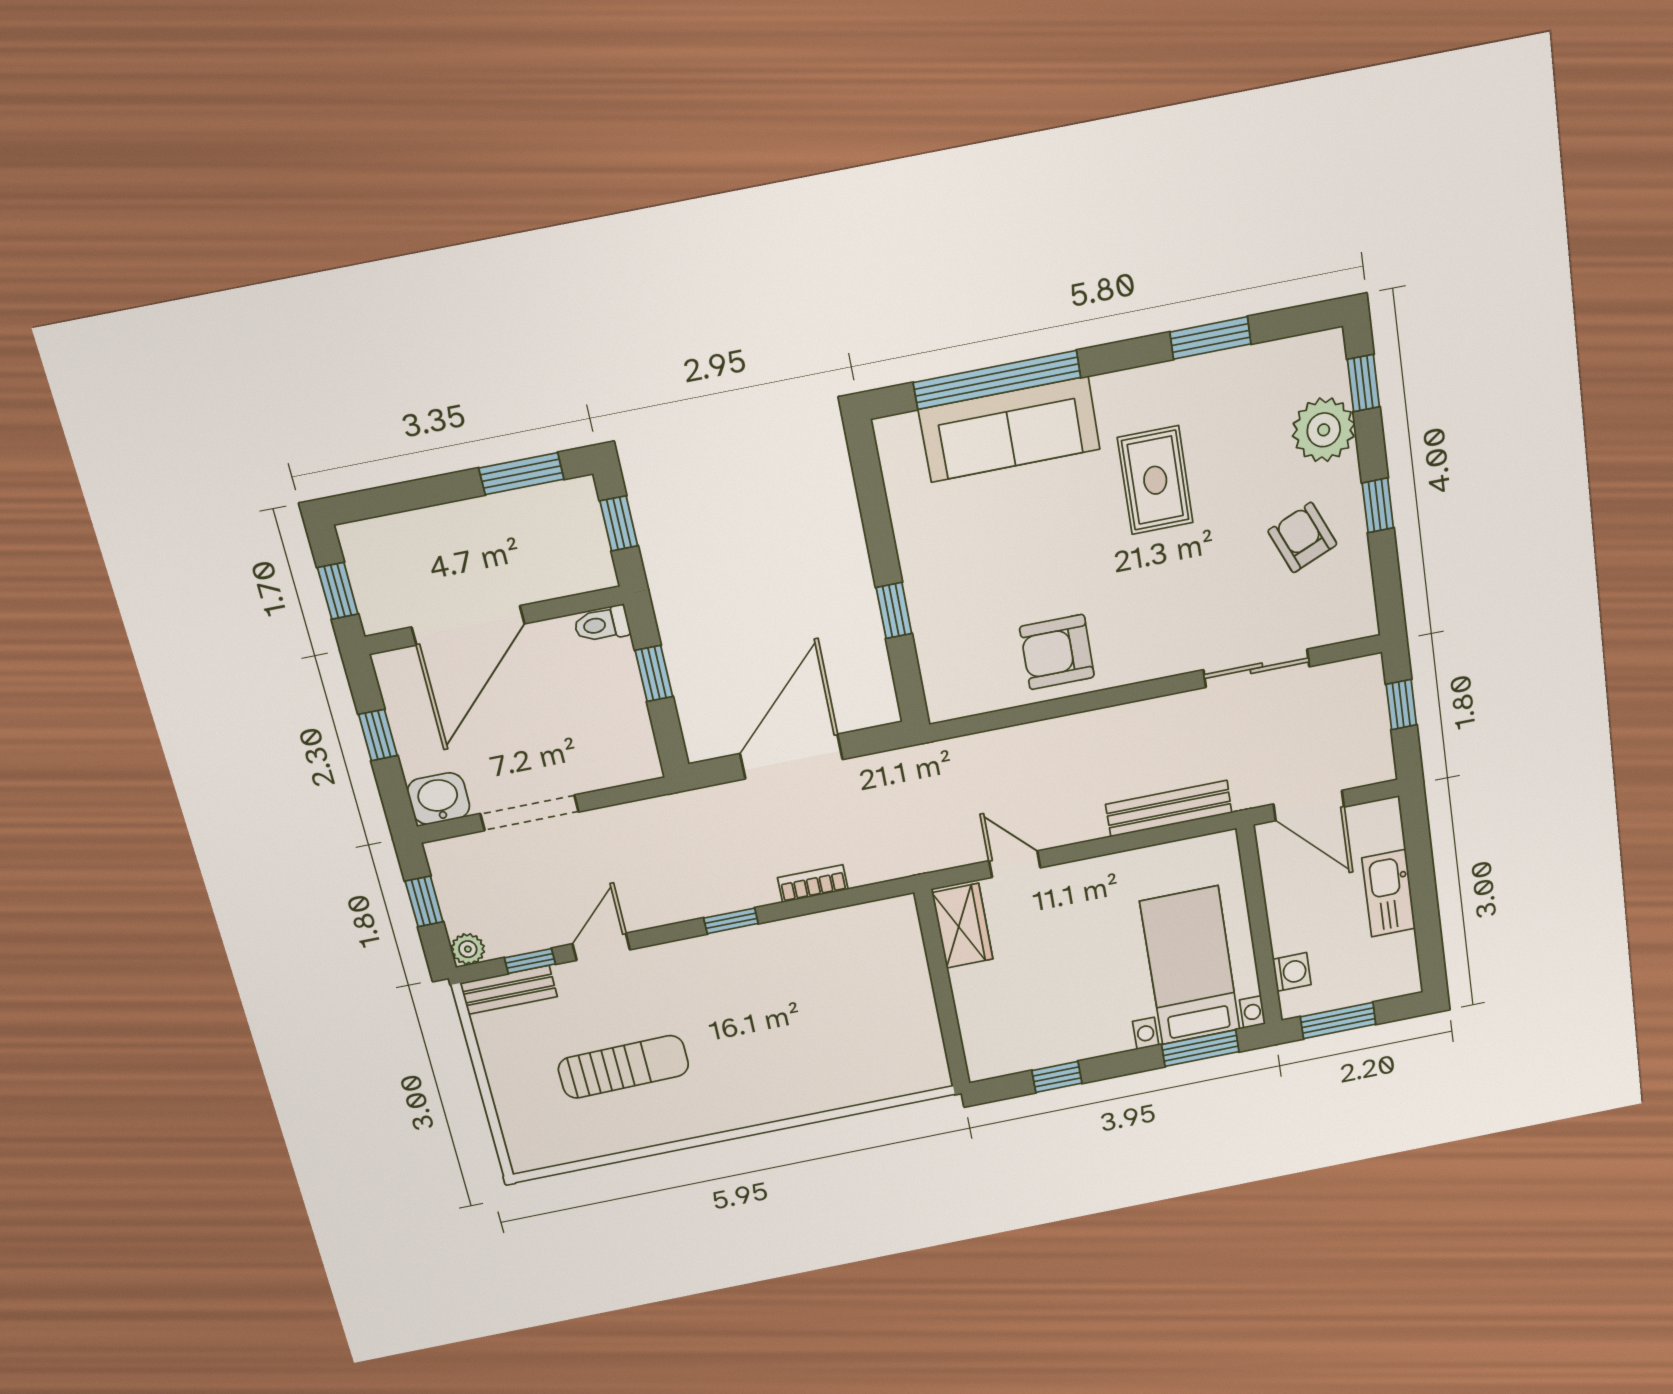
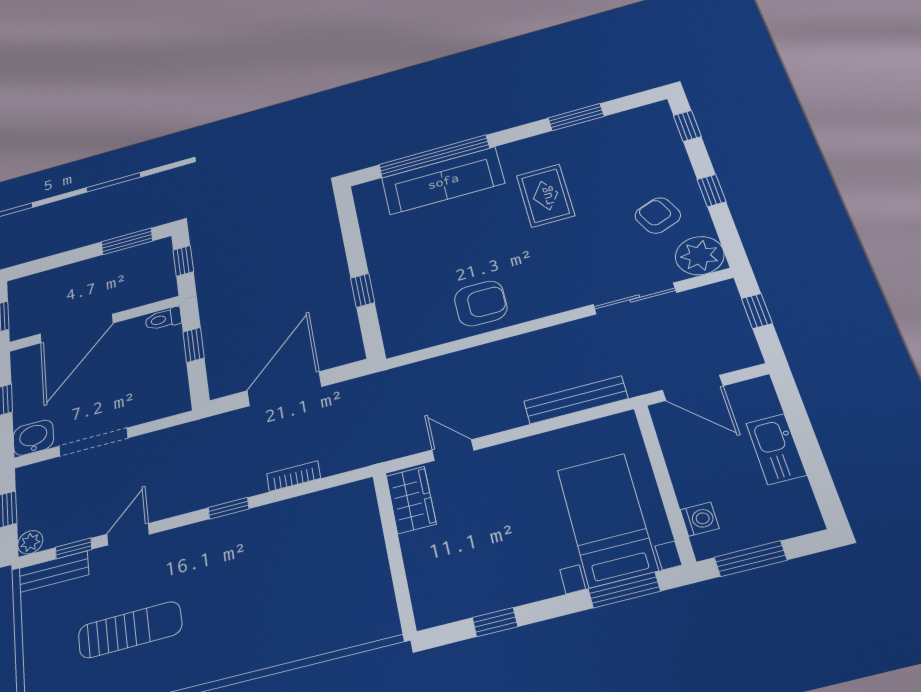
plant: (1324, 430) -> (700, 256), moved
armchair: (1057, 652) -> (481, 303), turned 180

